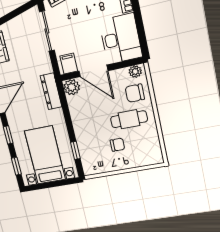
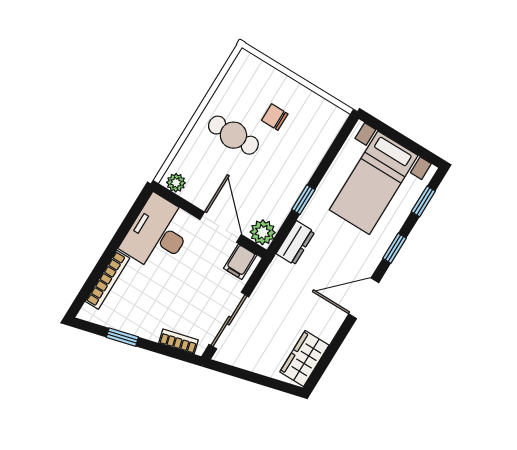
dresser: (51, 91) -> (295, 243), width x0.70
chair: (135, 93) -> (199, 159), removed
window: (75, 150) -> (303, 200), moved

